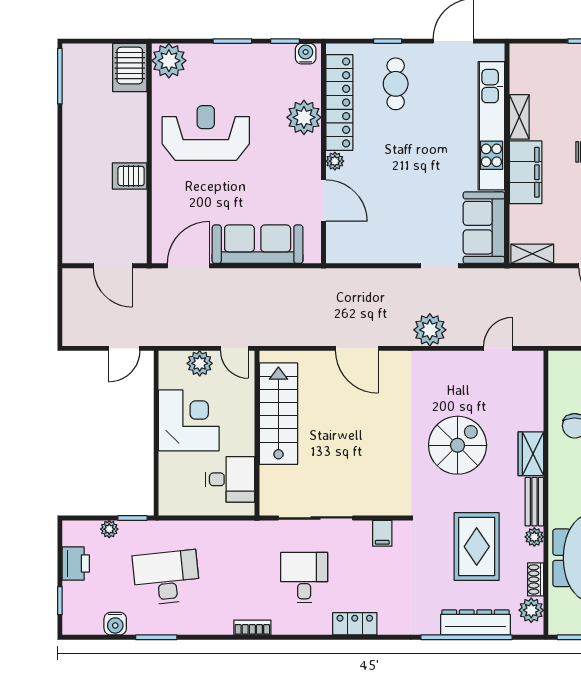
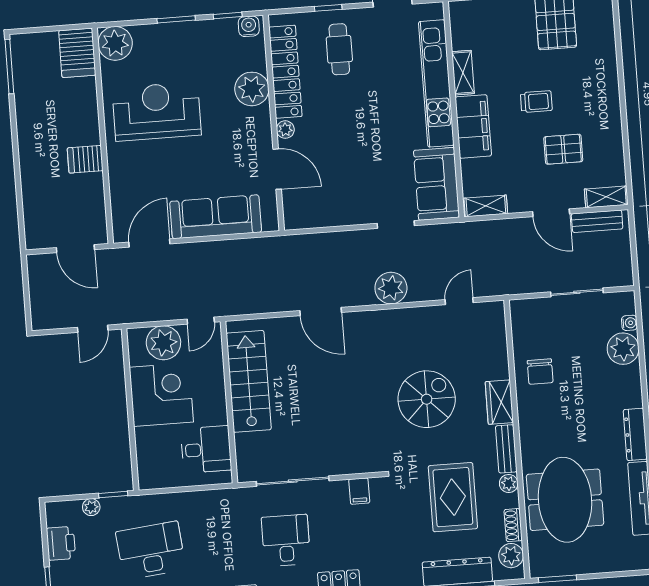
door: (234, 348) -> (201, 321), hinge flipped
plant: (200, 363) -> (163, 343), width x1.36, depth x1.36

